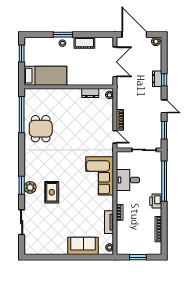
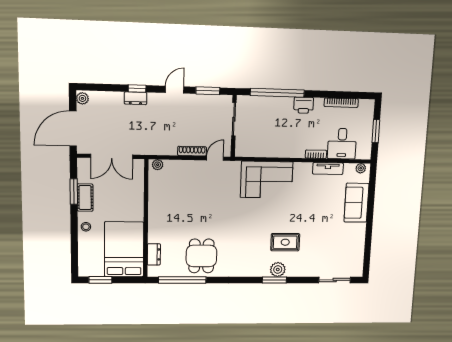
window: (63, 35) -> (74, 192), moved
double door: (115, 62) -> (112, 156), swing flipped
bed: (45, 76) -> (124, 249), width x1.50
dresser: (90, 93) -> (154, 254), moved
dining table: (41, 129) -> (201, 256), turned 90
desk: (128, 180) -> (342, 144), moved
sliding door: (22, 222) -> (335, 280), moved

